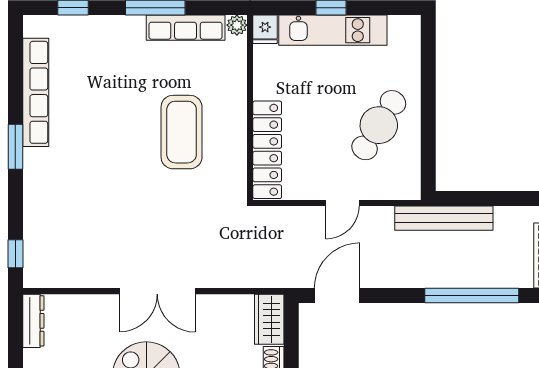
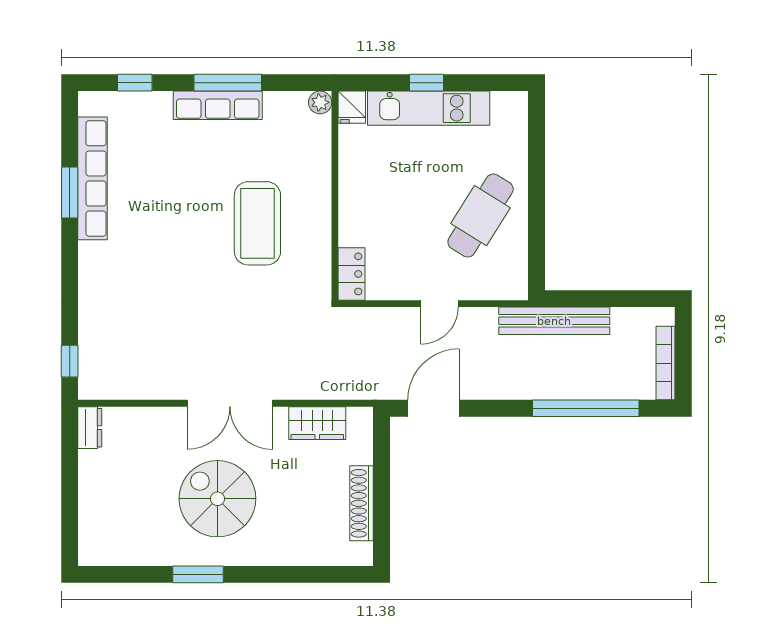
row of seats: (186, 28) -> (218, 105), moved
window: (15, 147) -> (70, 193), moved
locker: (267, 150) -> (352, 274), width x0.46, depth x0.83
wardrobe: (269, 319) -> (317, 423), moved, turned -90
dresser: (33, 321) -> (90, 428), width x0.70

